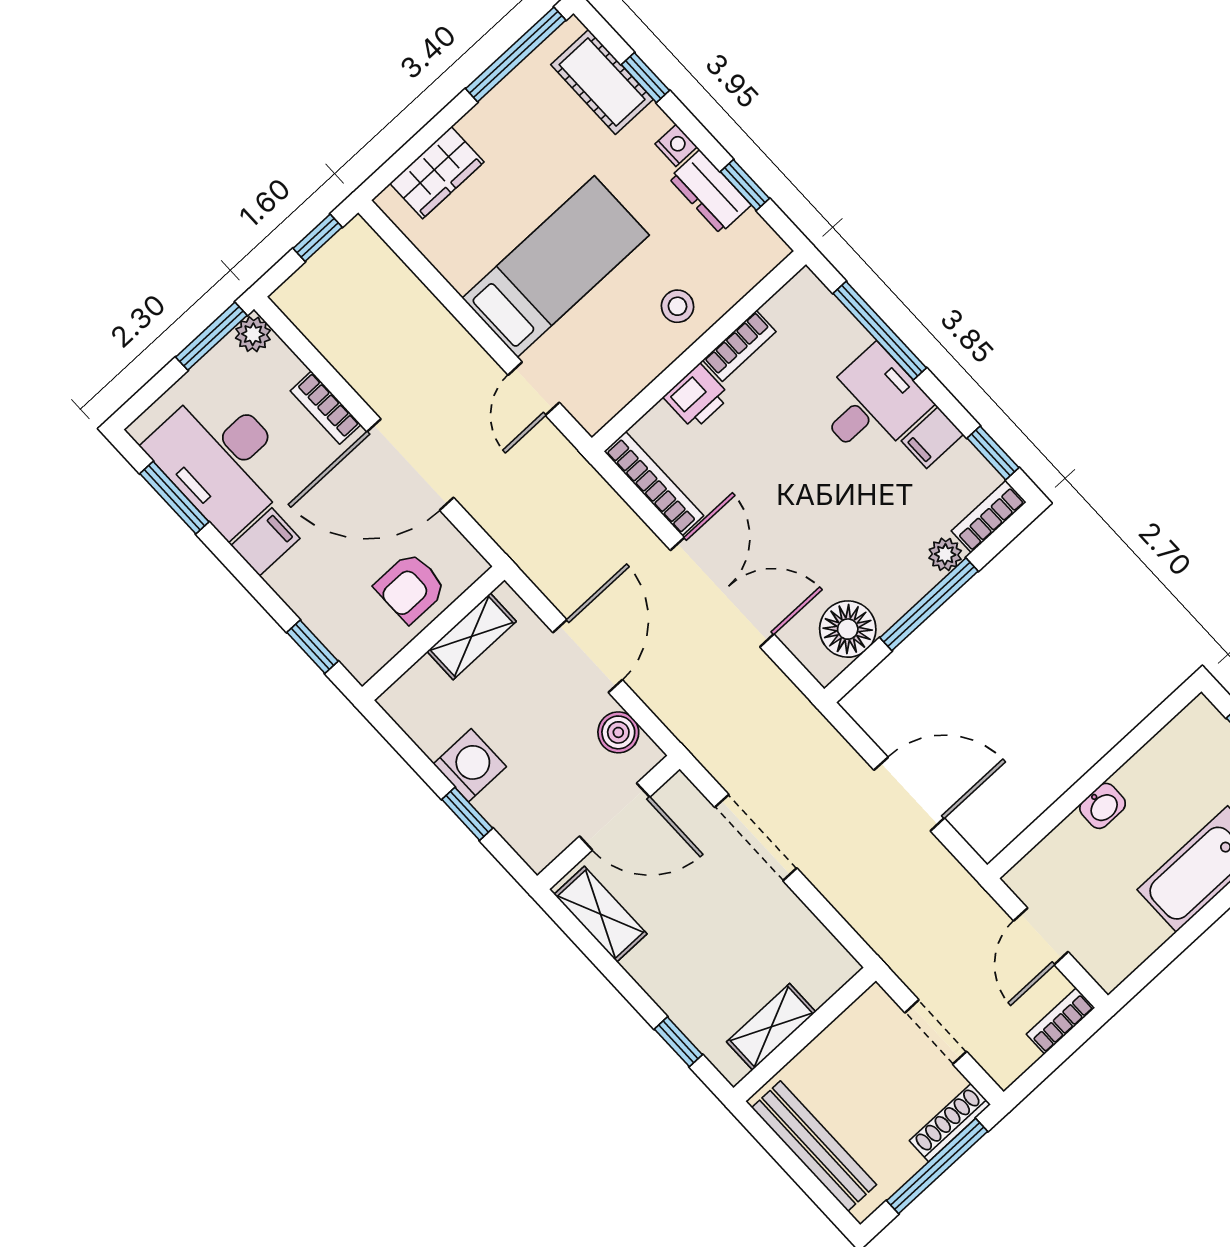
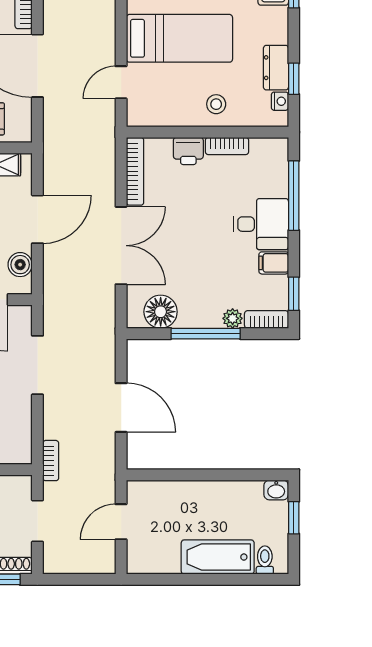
nightstand: (676, 145) -> (280, 101), moved
washbasin: (1103, 806) -> (276, 490), moved
bookcase: (1061, 1021) -> (51, 461), moved, turned 90

